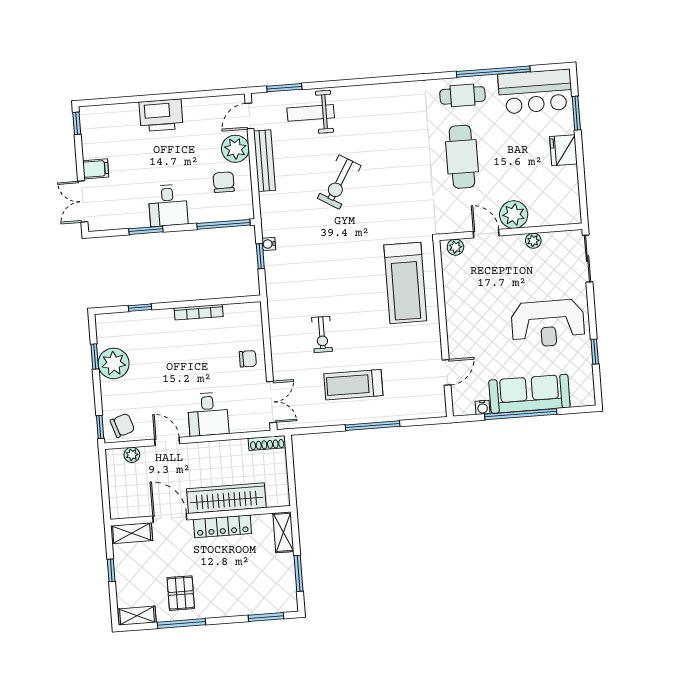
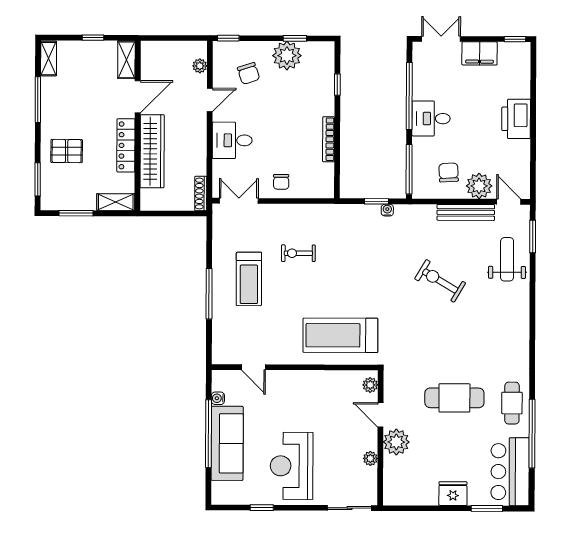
filing cabinet: (96, 169) -> (480, 53), width x2.00
chair: (224, 182) -> (449, 172), turned -93
window: (146, 230) -> (409, 96), width x2.11
door: (486, 234) -> (381, 415), swing flipped
treadmill: (353, 385) -> (249, 279), turned 180
double door: (272, 402) -> (239, 201), swing flipped
chair: (122, 425) -> (249, 73), moved
pallet: (181, 593) -> (67, 151), moved

